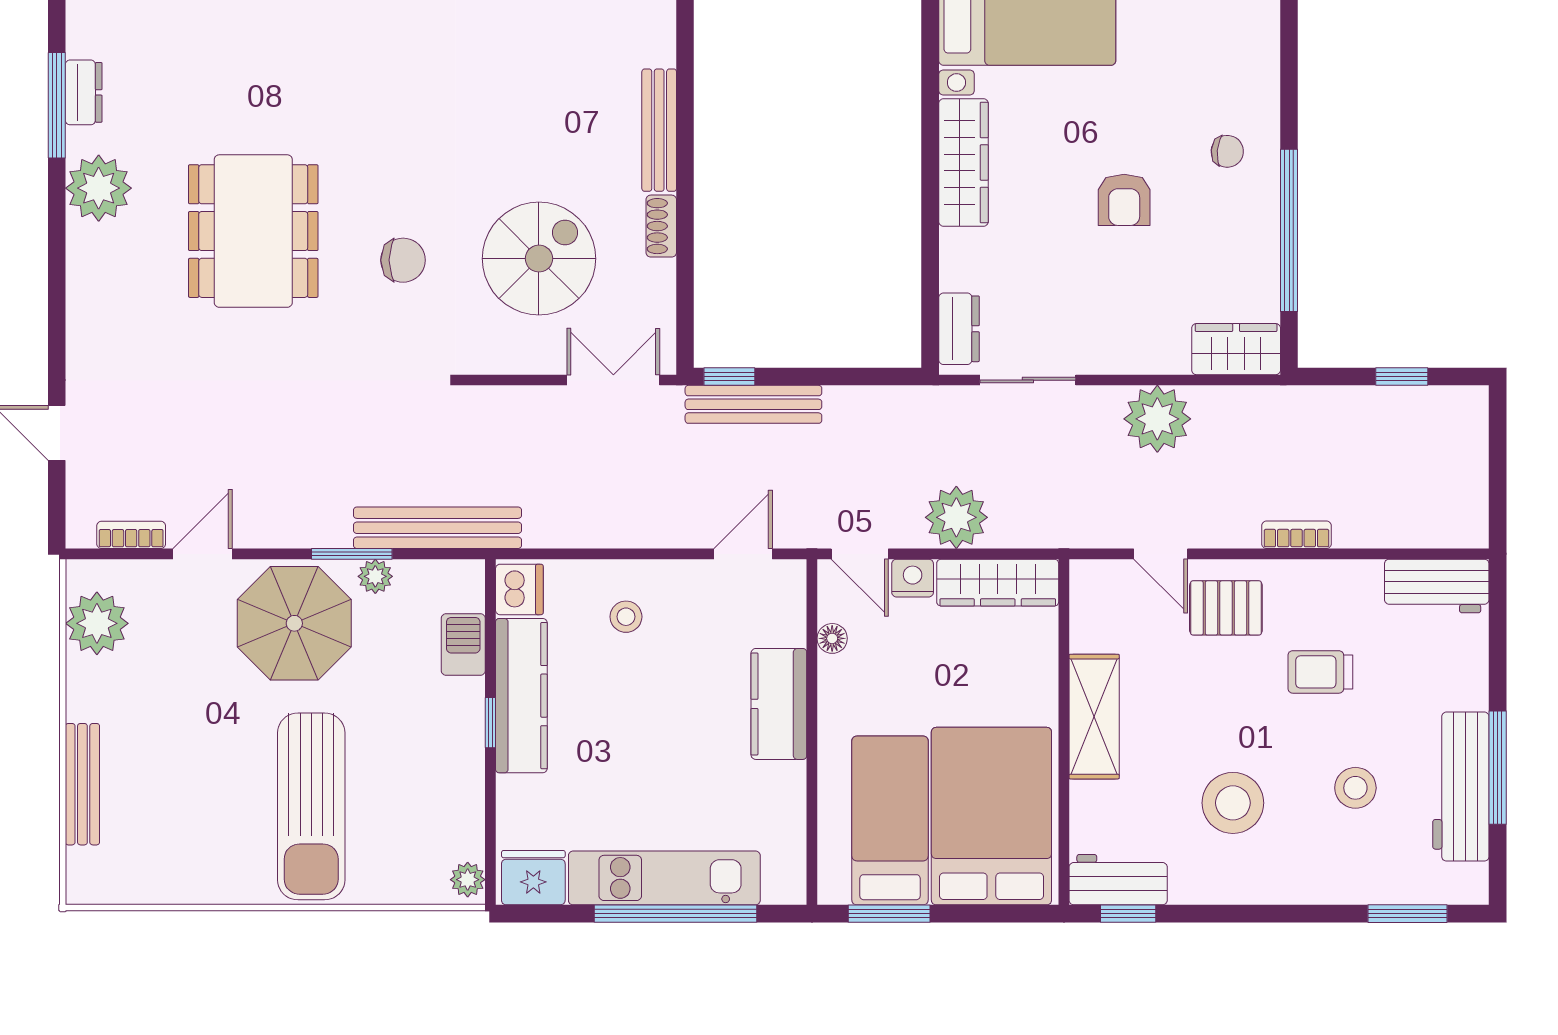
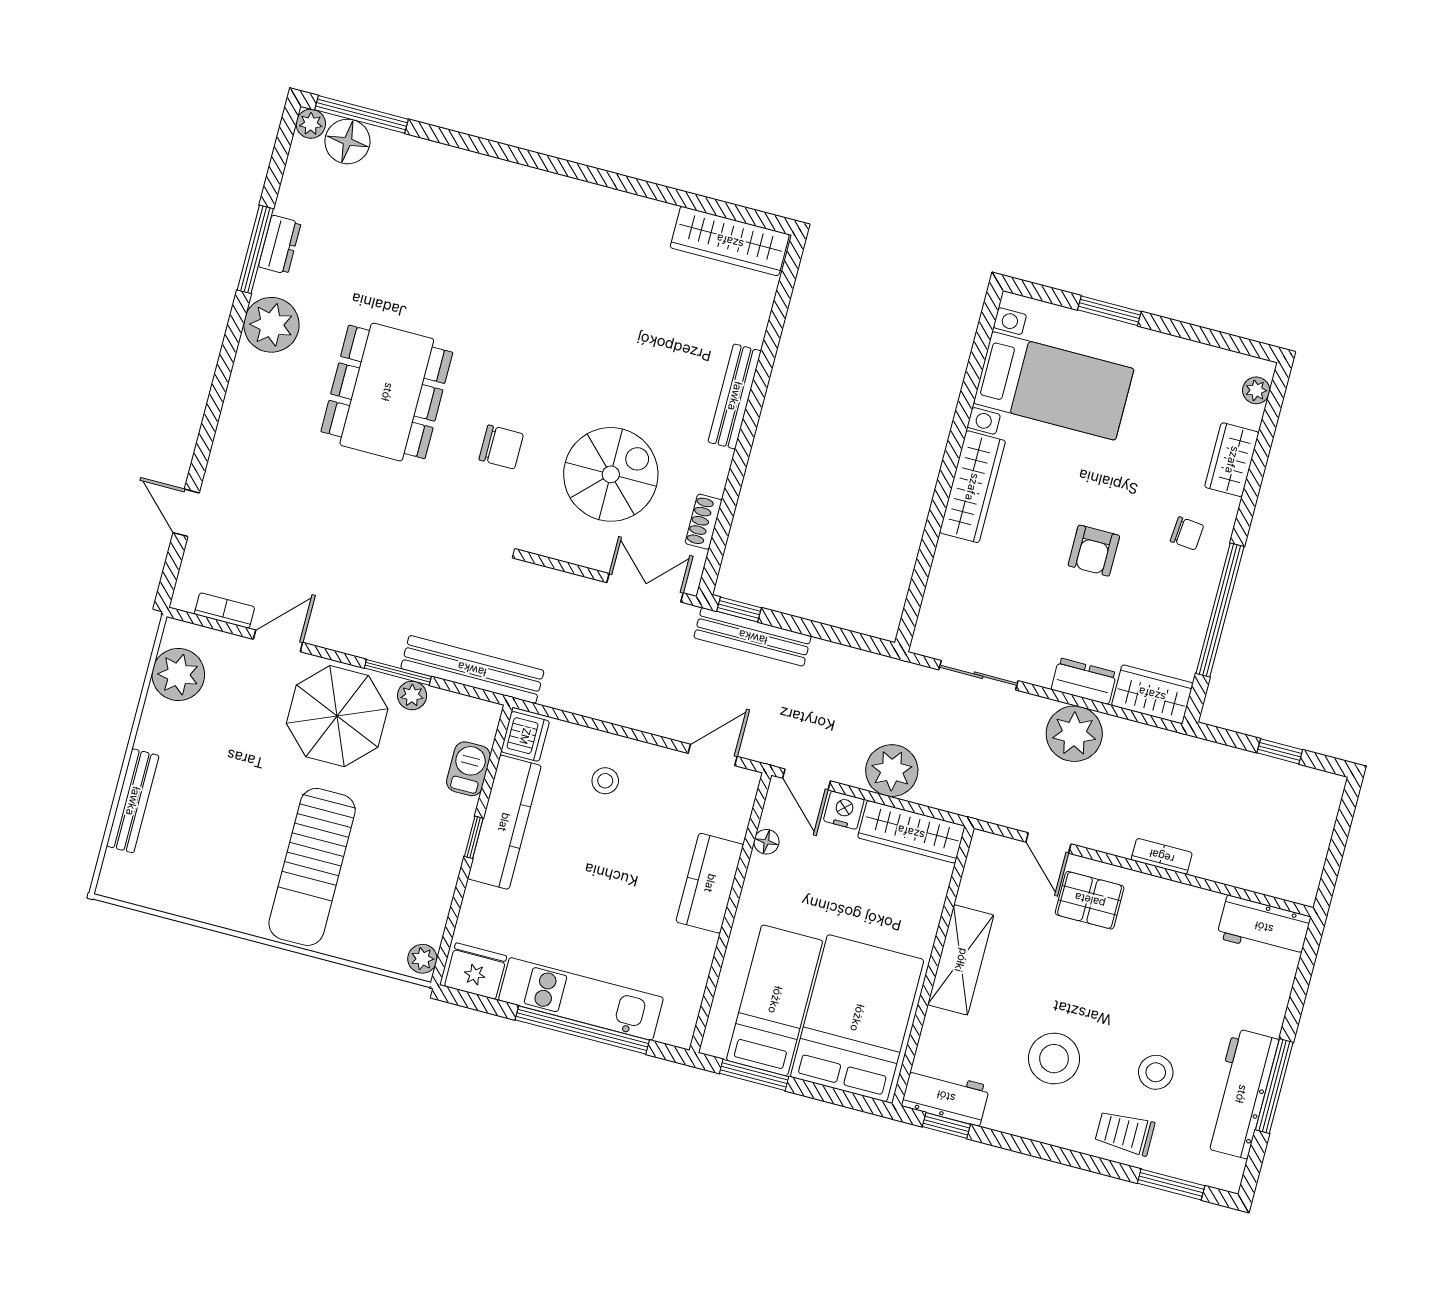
wardrobe: (1257, 52) -> (1232, 460), added
shoe rack: (661, 226) -> (703, 522), moved
dresser: (959, 329) -> (1084, 681), moved, turned -90
trolley: (1320, 672) -> (1125, 1133), moved

